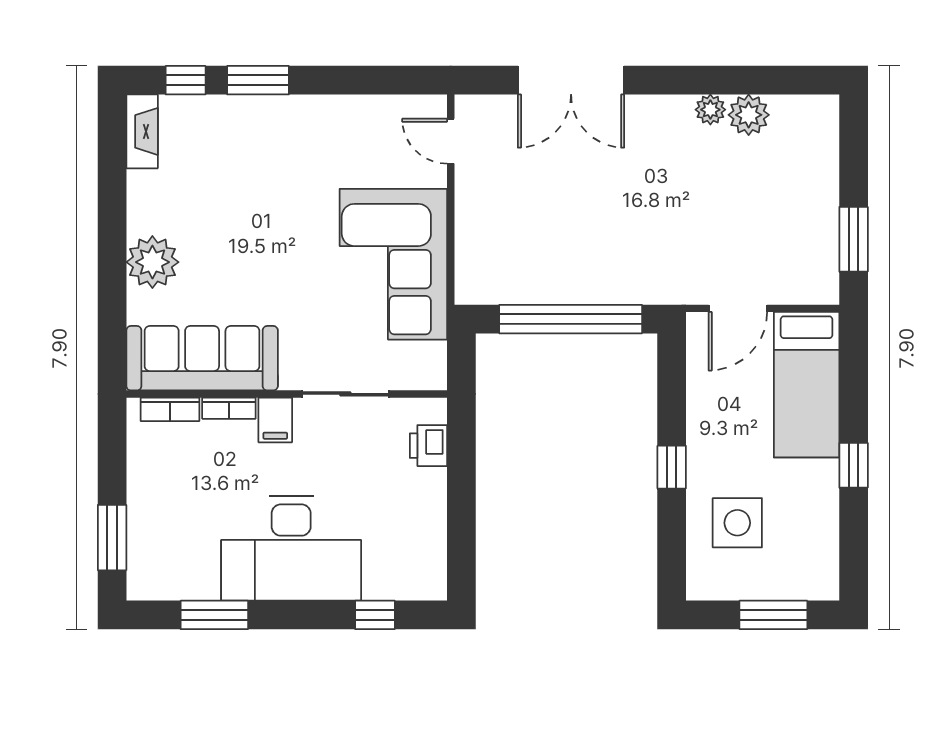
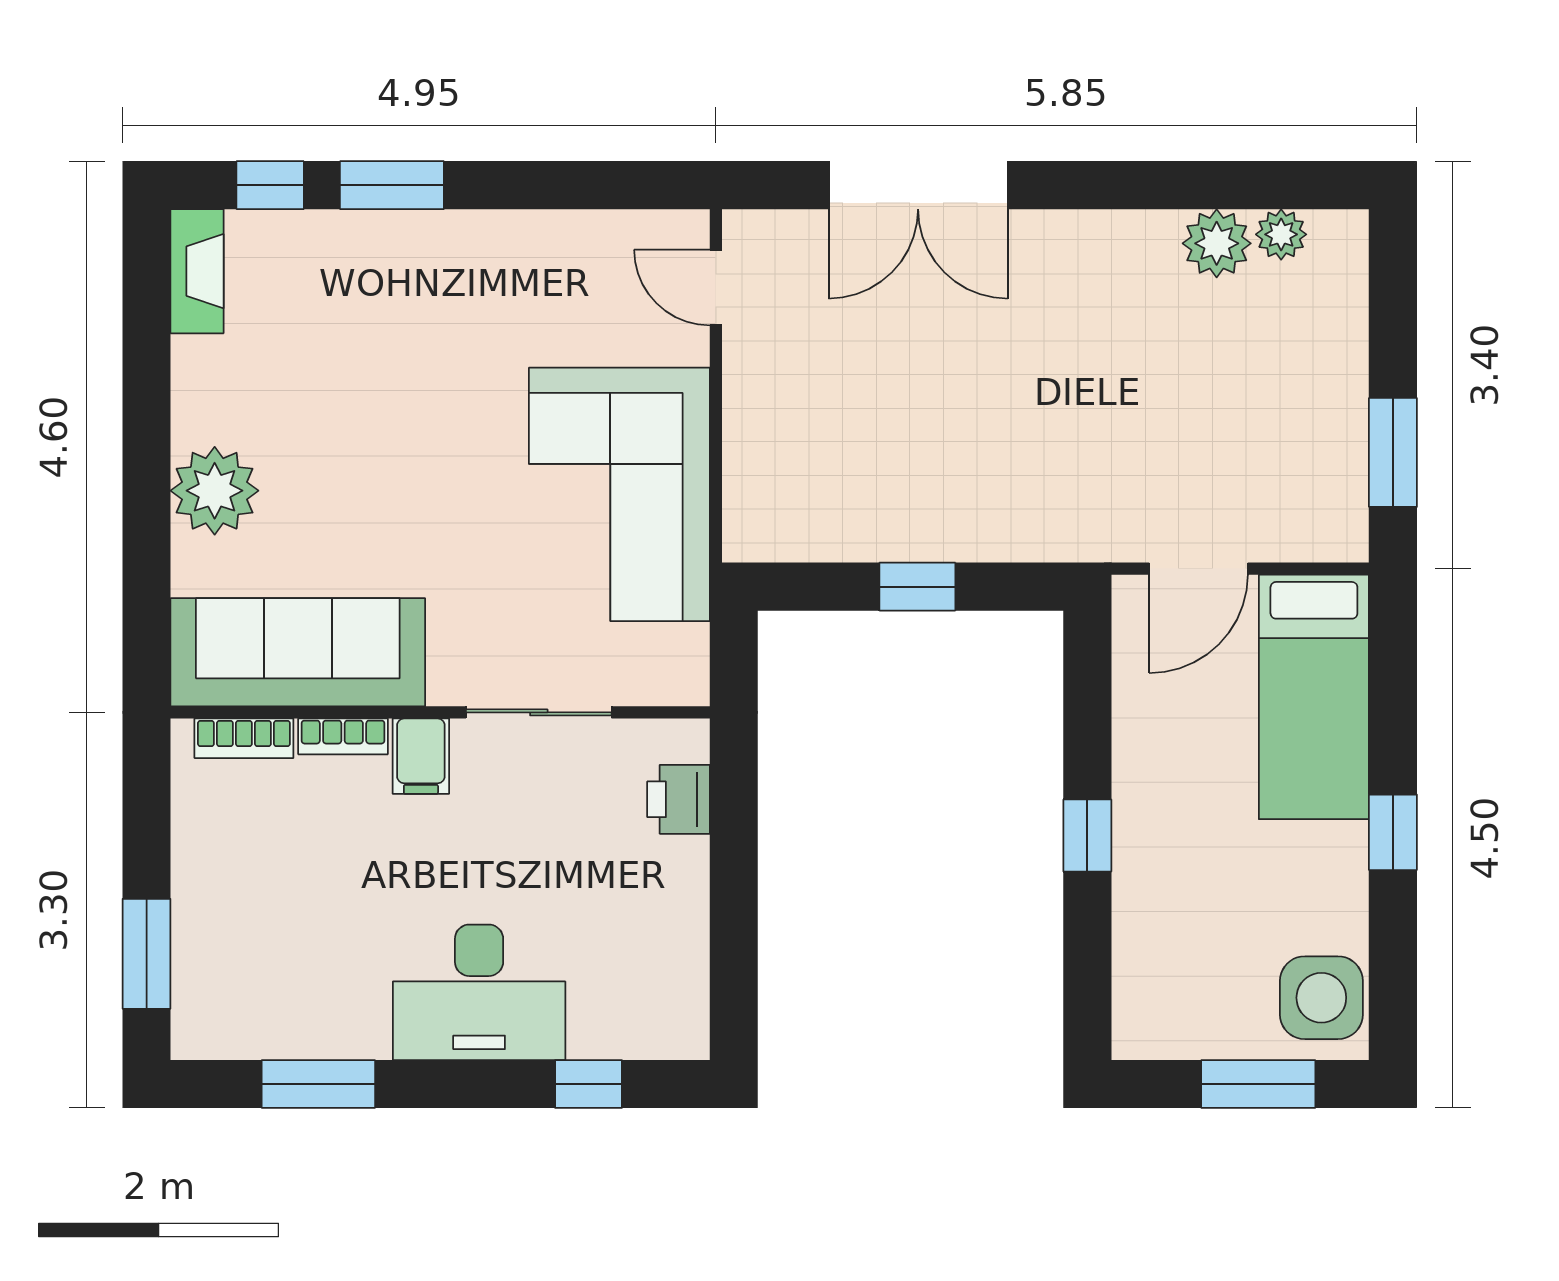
plant: (710, 110) -> (1281, 234), moved
window: (571, 319) -> (917, 587), width x0.32
side table: (737, 523) -> (1321, 998), moved
desk: (291, 548) -> (479, 992), width x0.73, depth x0.77

